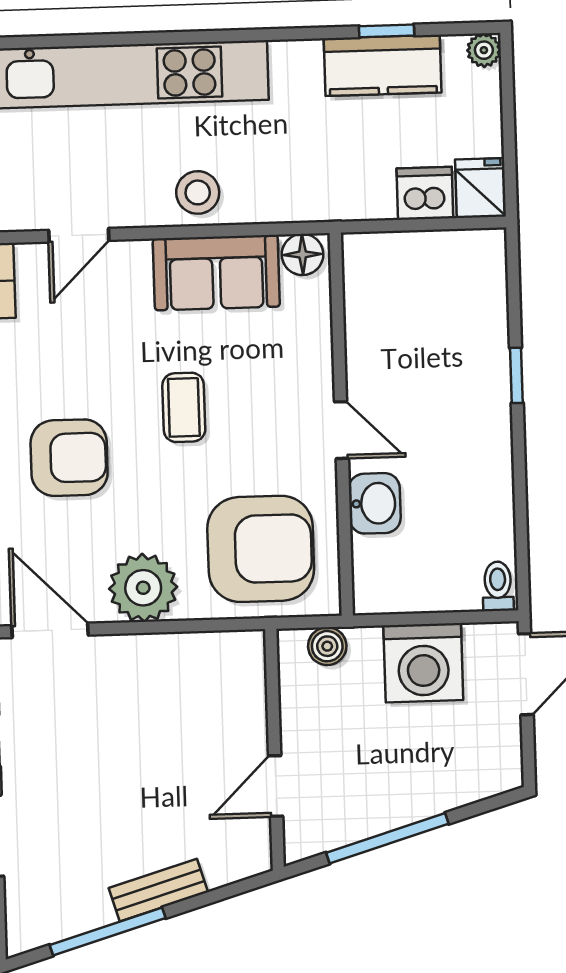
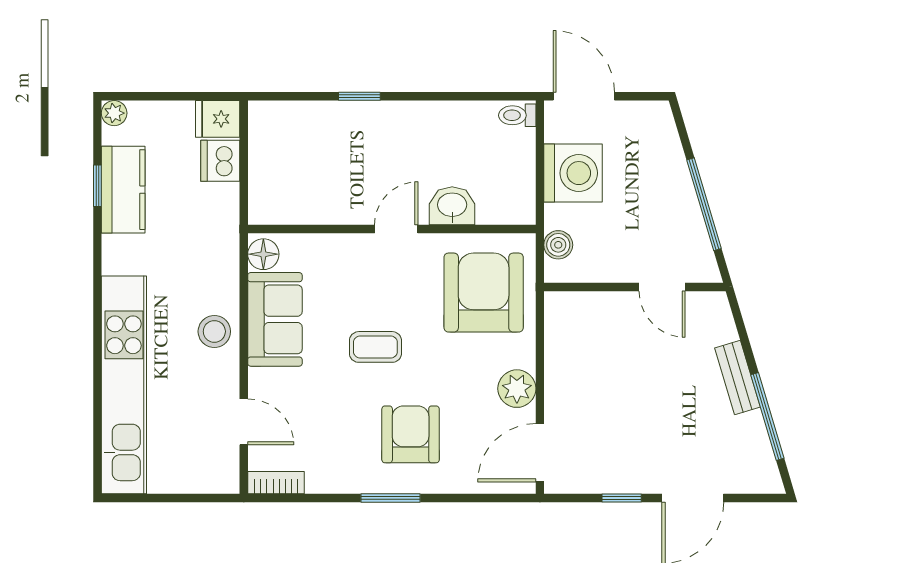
plant: (143, 588) -> (517, 389), width x0.73, depth x0.73

